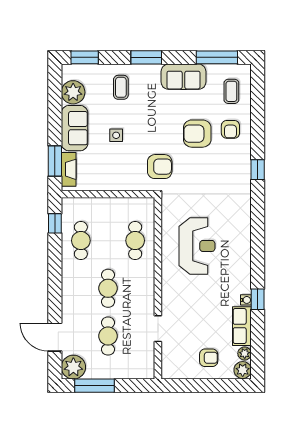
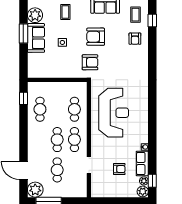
armchair: (197, 134) -> (96, 37), moved
window: (55, 161) -> (23, 34), moved
fireplace: (69, 169) -> (32, 64), removed
window: (258, 170) -> (152, 20), moved
reception desk: (197, 246) -> (114, 113), width x1.36, depth x1.30
cafe table: (135, 288) -> (74, 140), added
window: (258, 299) -> (152, 181), moved
armchair: (209, 358) -> (119, 169), moved

